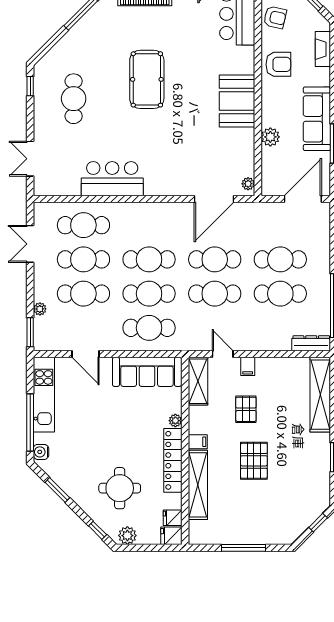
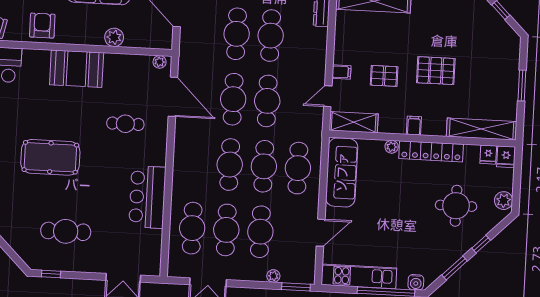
cafe table: (184, 153) -> (125, 124), added
shelving: (198, 485) -> (481, 129), moved
window: (98, 530) -> (481, 244), moved
window: (244, 548) -> (522, 86), width x0.69

